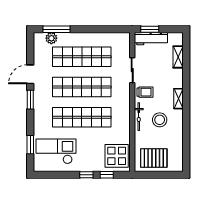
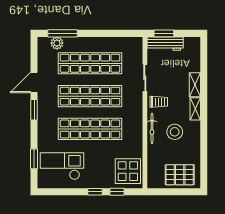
shelving: (178, 57) -> (195, 85), moved
pallet: (154, 158) -> (180, 175), moved

